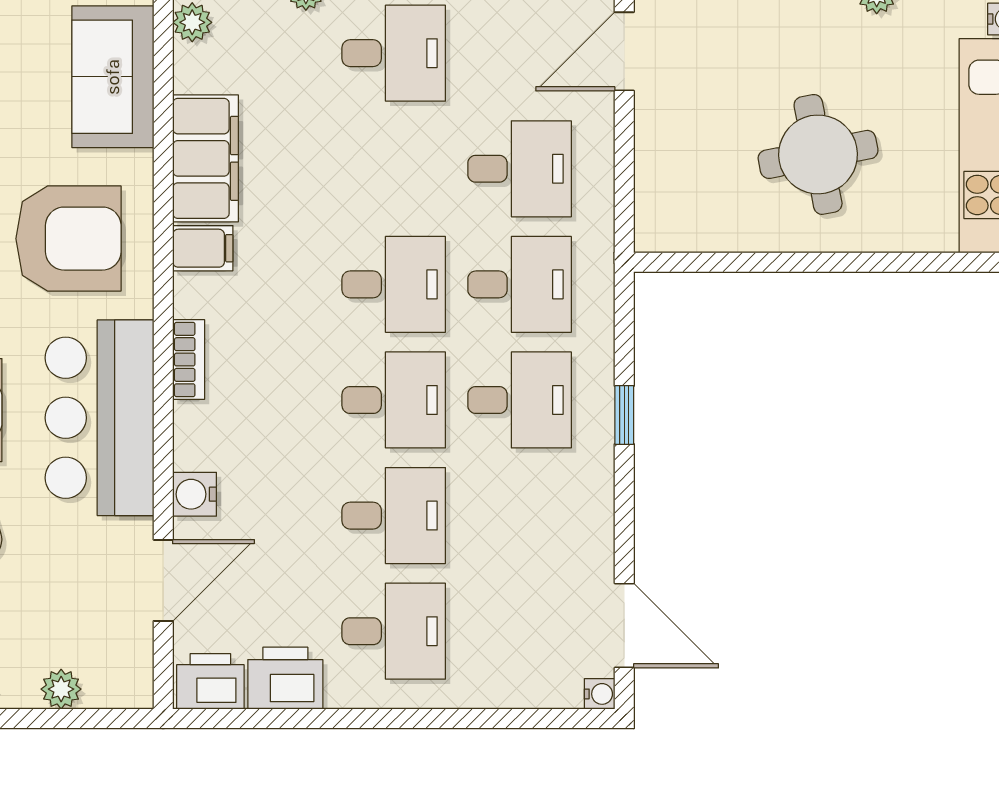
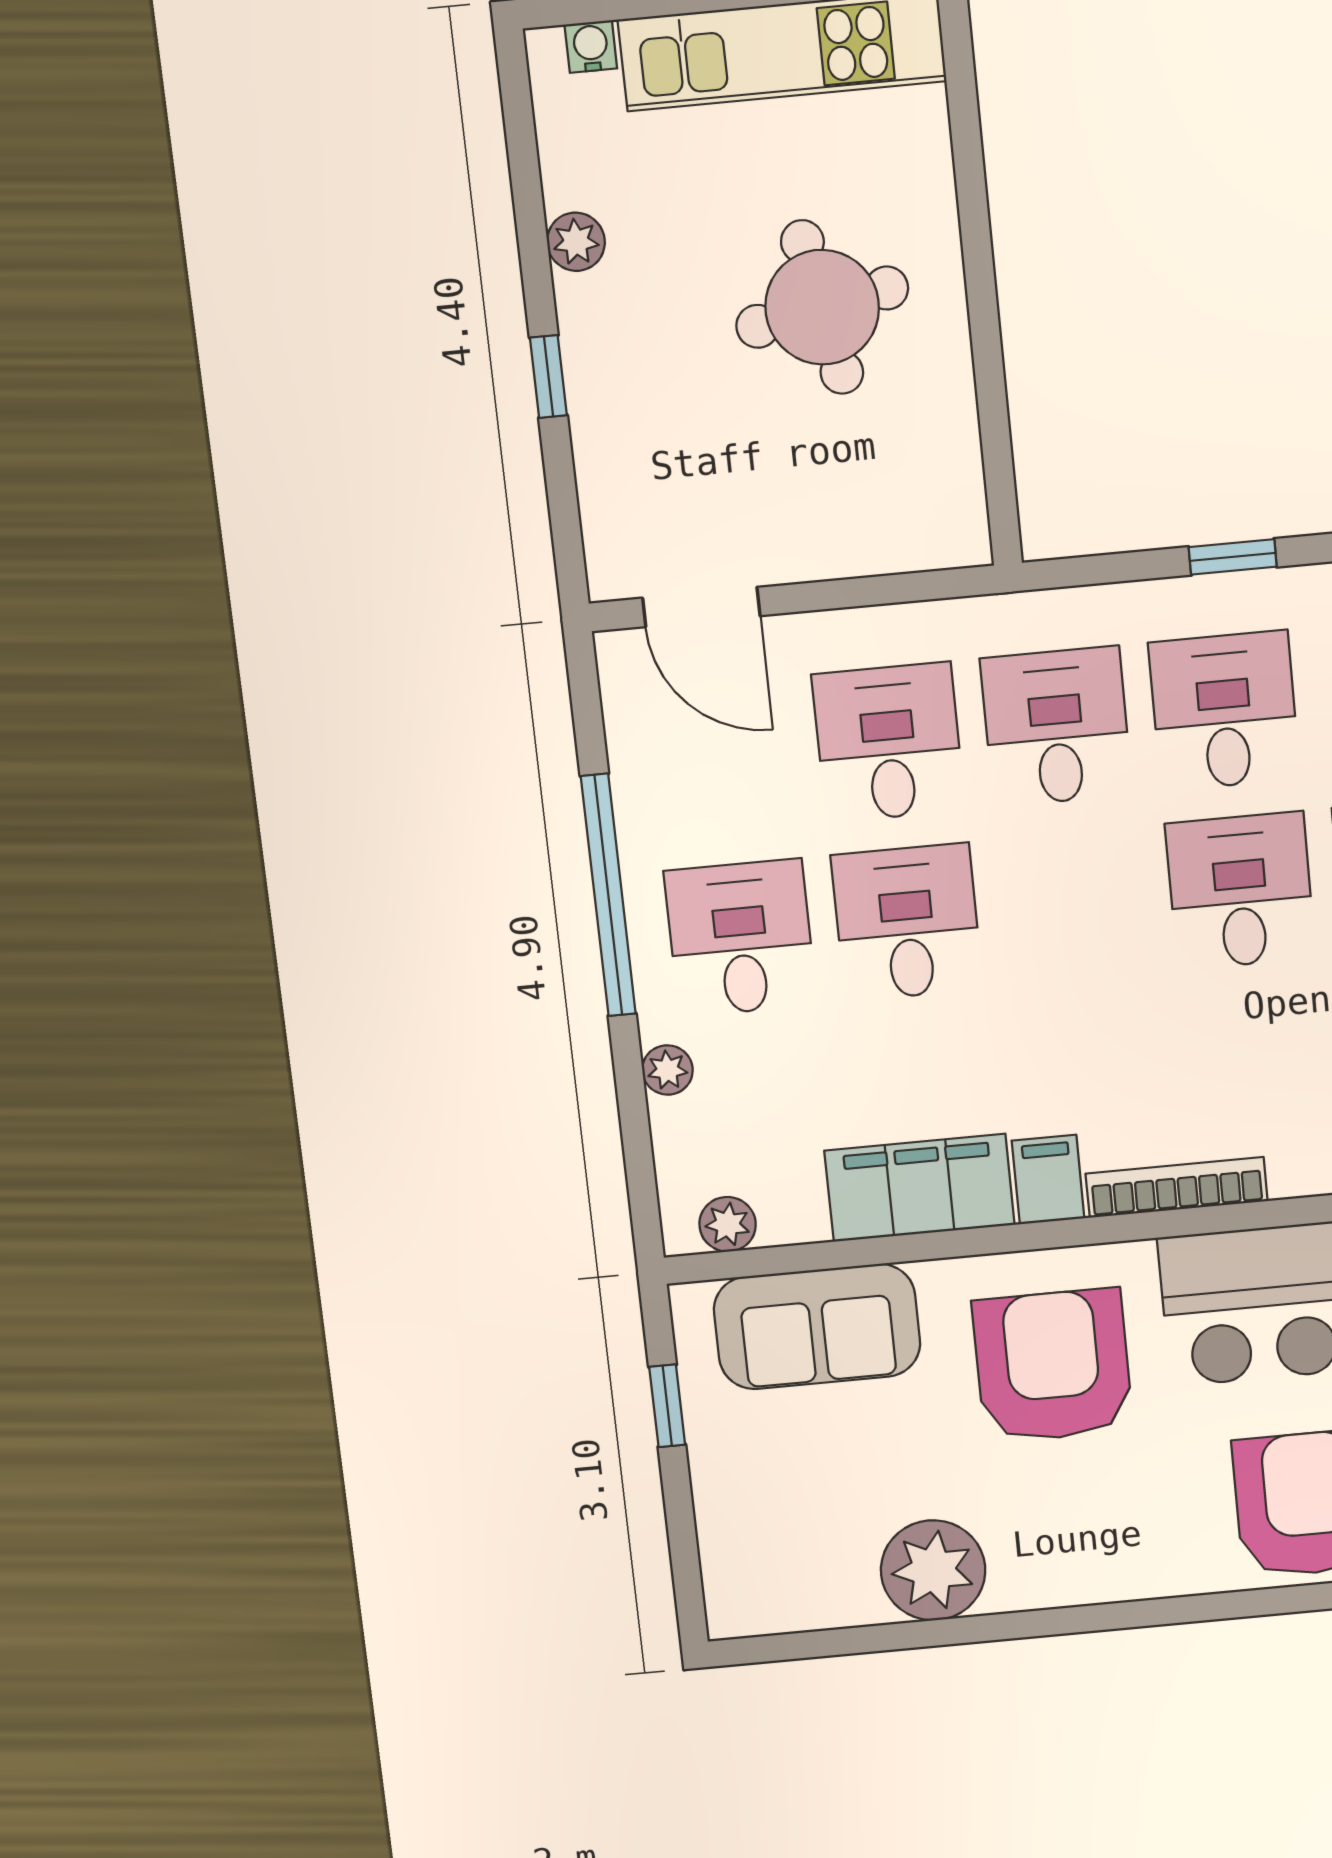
desk: (394, 284) -> (907, 922), moved
bookcase: (189, 360) -> (1177, 1187), width x1.56

